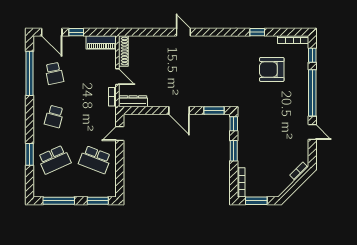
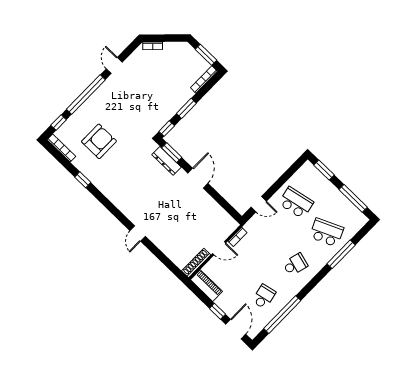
armchair: (272, 69) -> (99, 141), turned -90
door: (117, 77) -> (219, 248), swing flipped
dresser: (133, 101) -> (166, 161), moved
window: (29, 154) -> (341, 254), width x1.44
school desk: (95, 160) -> (296, 203), turned -33

